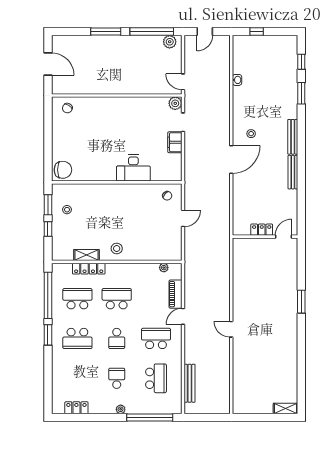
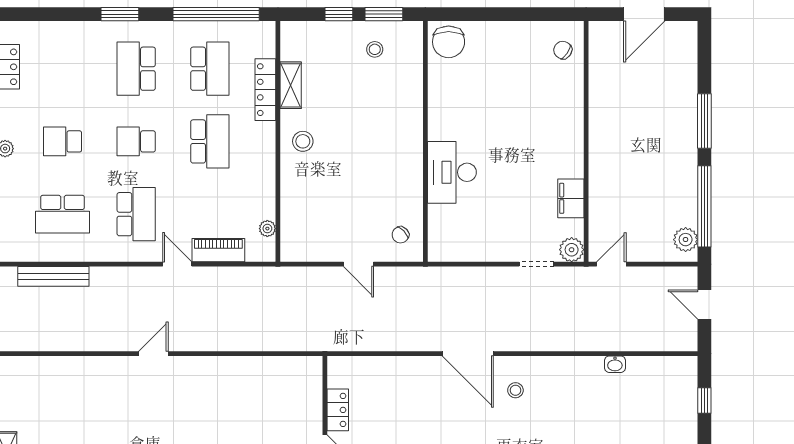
filing cabinet: (175, 142) -> (571, 198), moved, turned -90
window: (48, 335) -> (120, 14), moved
school desk: (117, 378) -> (63, 141), turned 180

